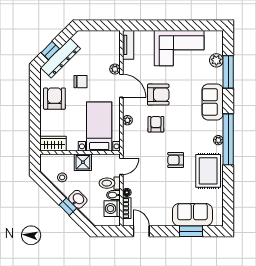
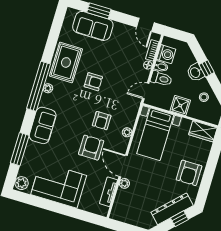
tv unit: (128, 45) -> (109, 192), moved
plant: (216, 60) -> (22, 183), moved
chair: (80, 82) -> (160, 181), removed
armchair: (158, 95) -> (91, 148), turned 90

